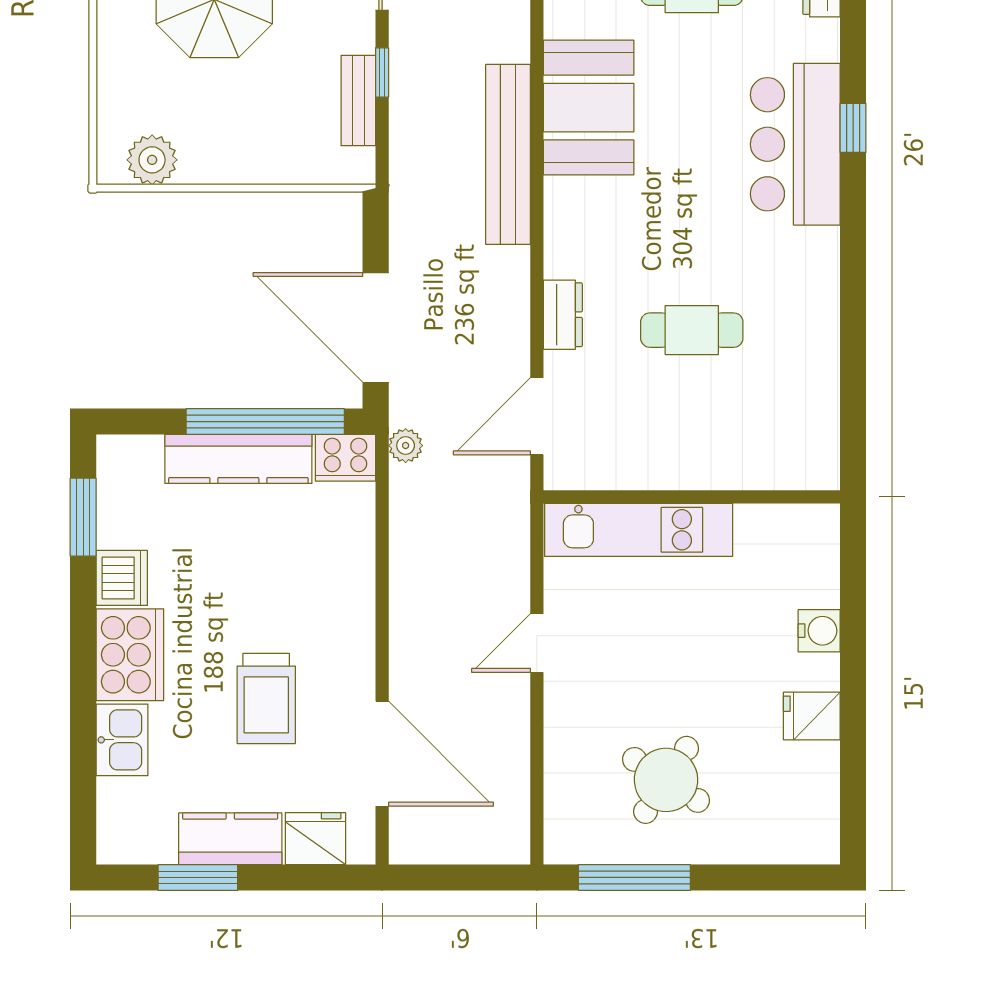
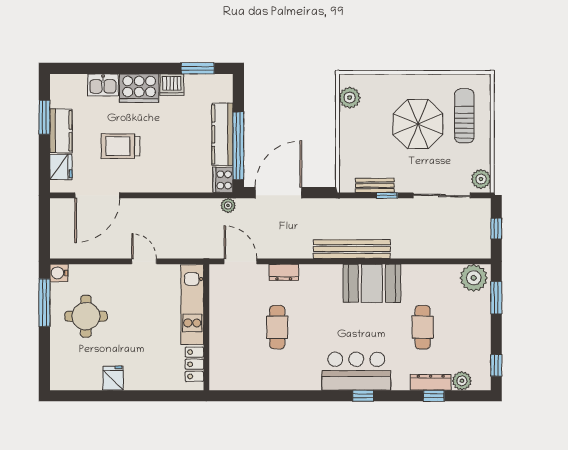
locker: (779, 525) -> (194, 364), added
water cooler: (819, 631) -> (59, 273), moved, turned 90
round table: (666, 780) -> (86, 316), turned -33

